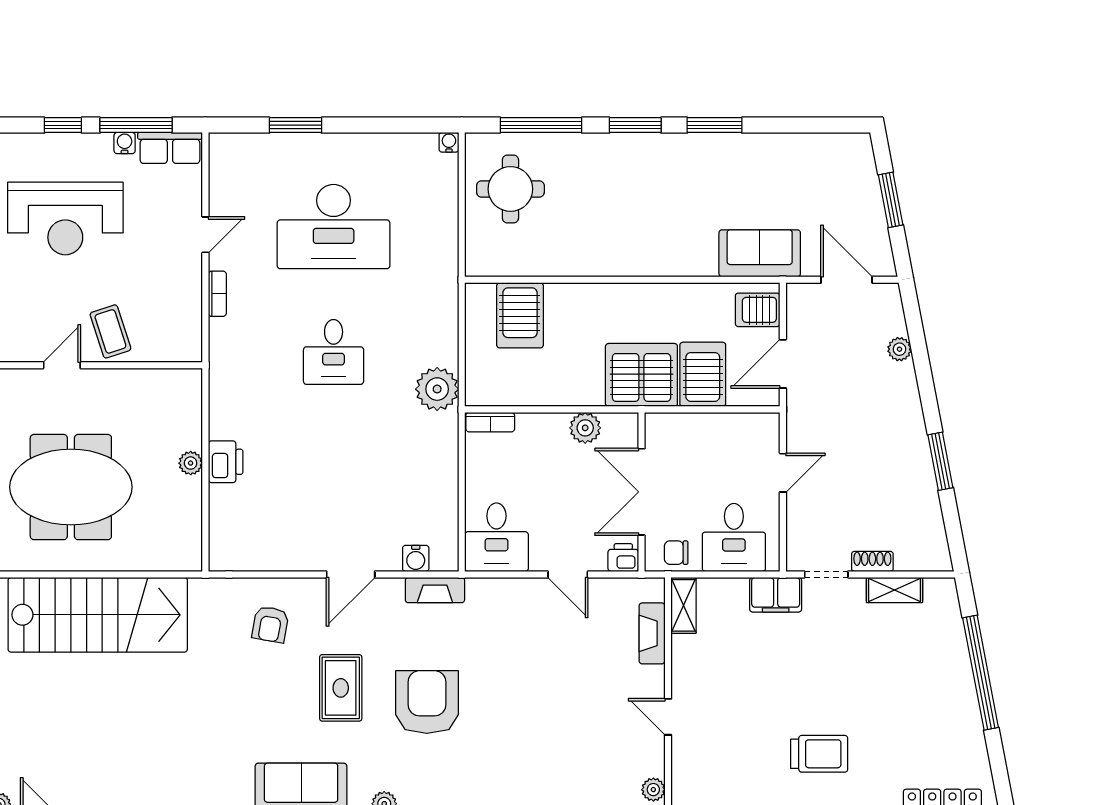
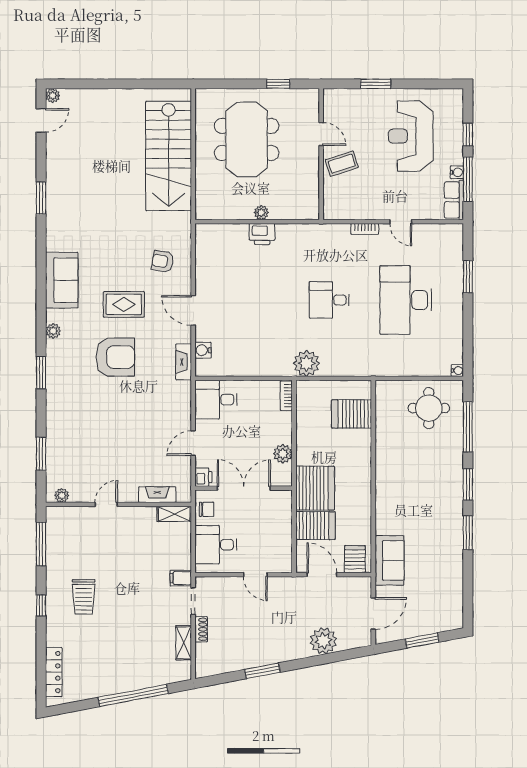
plant: (899, 349) -> (323, 641), width x1.88, depth x1.88
chair: (676, 553) -> (207, 509), turned 90
filing cabinet: (776, 595) -> (181, 578), width x0.50

